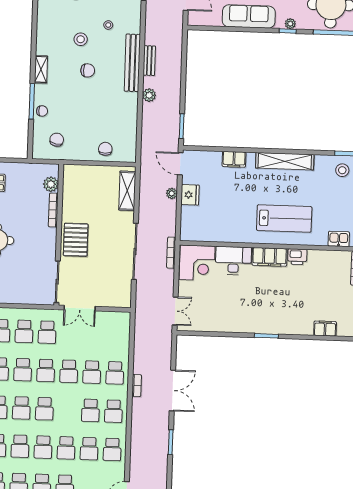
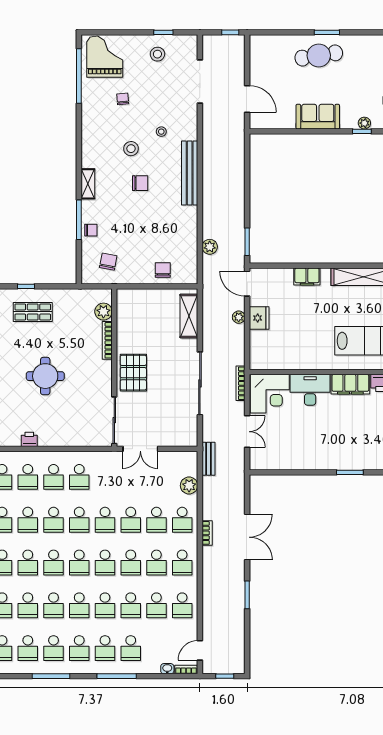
sofa: (249, 16) -> (318, 117), width x0.73
bench: (149, 61) -> (208, 459), moved
plant: (149, 95) -> (210, 247), moved
double door: (175, 311) -> (247, 432), moved
school desk: (47, 332) -> (131, 563), moved
plant: (122, 342) -> (189, 486), added

